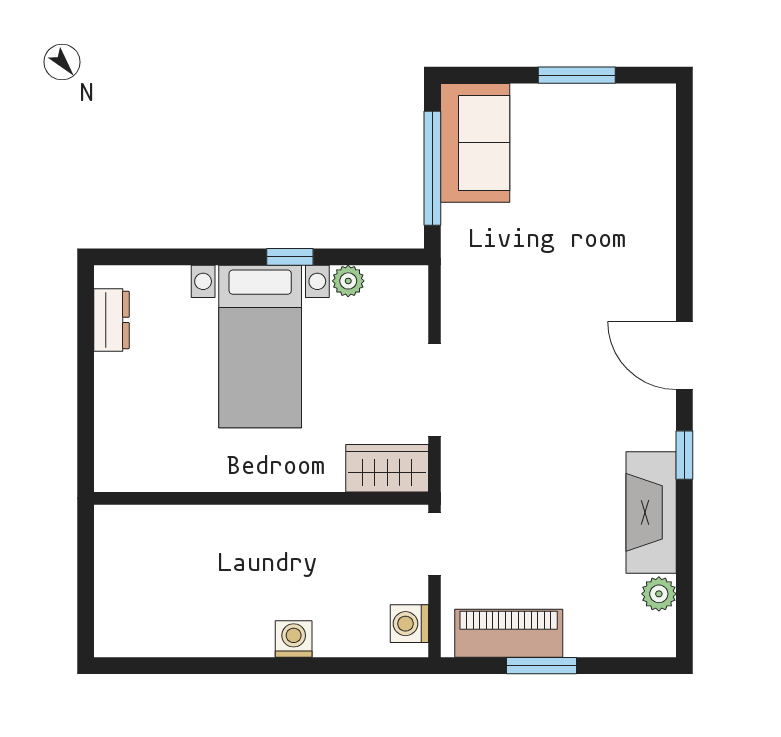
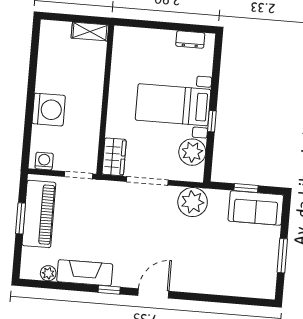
window: (432, 168) -> (246, 188), width x0.46
plant: (348, 281) -> (192, 152), width x1.88, depth x1.88
plant: (474, 285) -> (193, 202), added
shelving: (112, 545) -> (90, 32), added
piano: (509, 633) -> (39, 214), width x1.37, depth x1.33
washing machine: (294, 639) -> (49, 110), width x1.89, depth x1.89

